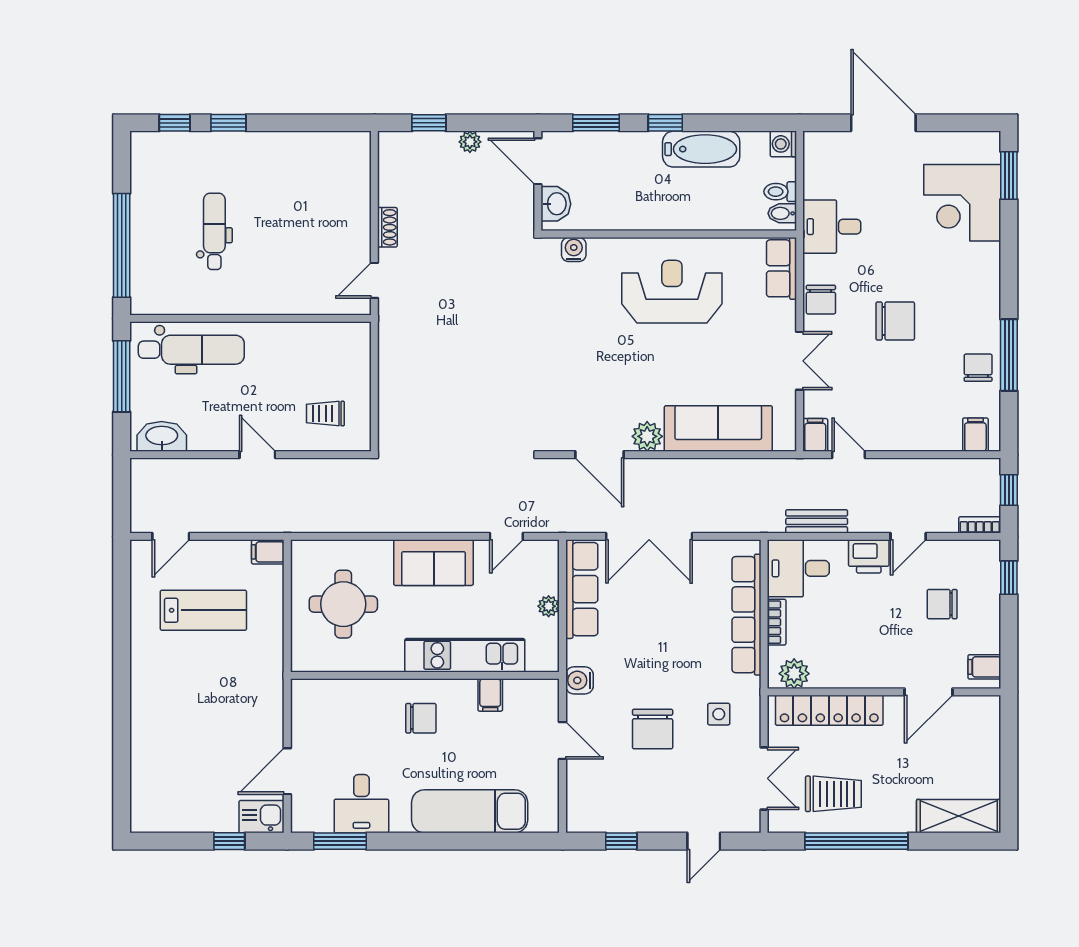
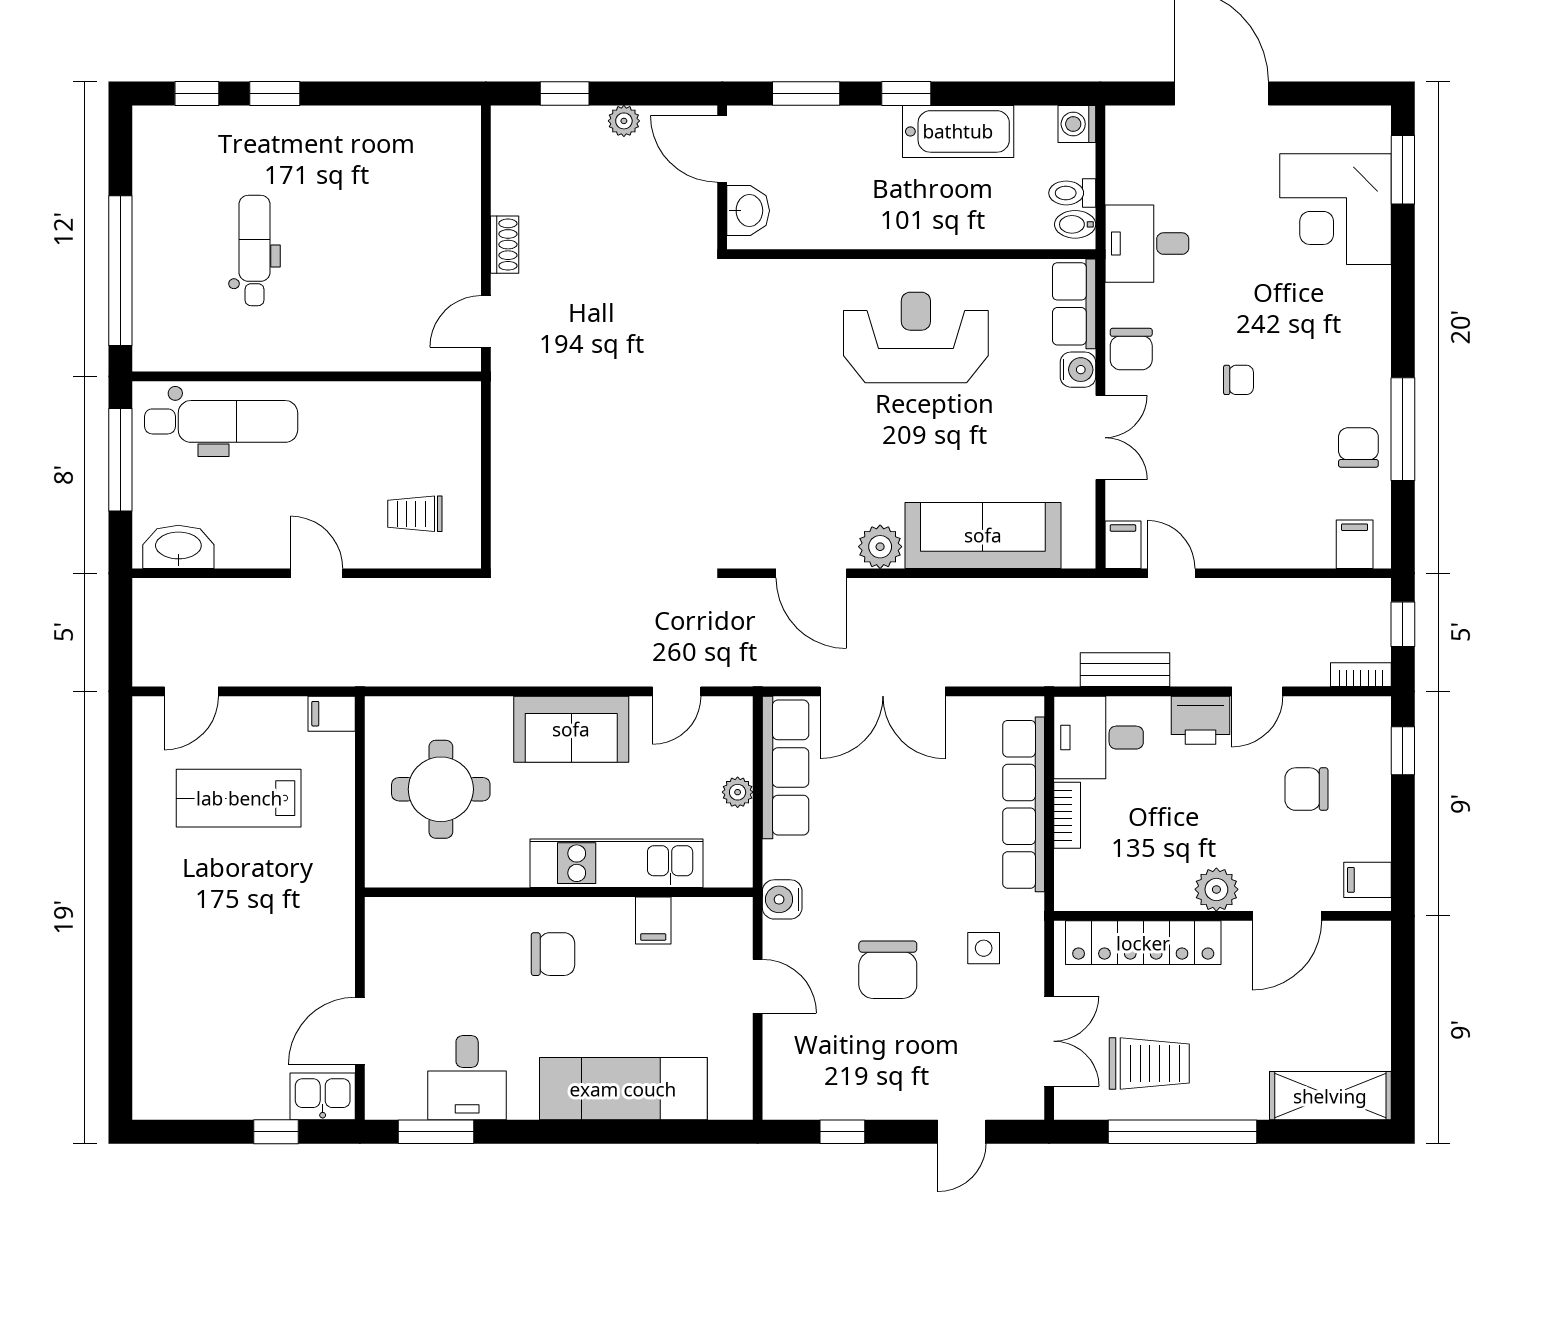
water cooler: (574, 249) -> (1078, 370), moved, turned 90
chair: (895, 321) -> (1239, 380), width x0.54, depth x0.54
lab bench: (203, 610) -> (239, 798), turned 180
plant: (794, 674) -> (1216, 889), moved

